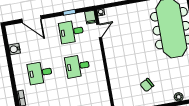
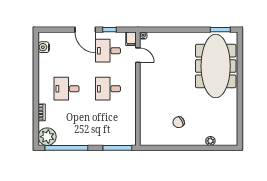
door: (31, 19) -> (85, 30), moved
door: (99, 31) -> (138, 55), hinge flipped
water cooler: (15, 49) -> (44, 47), moved

